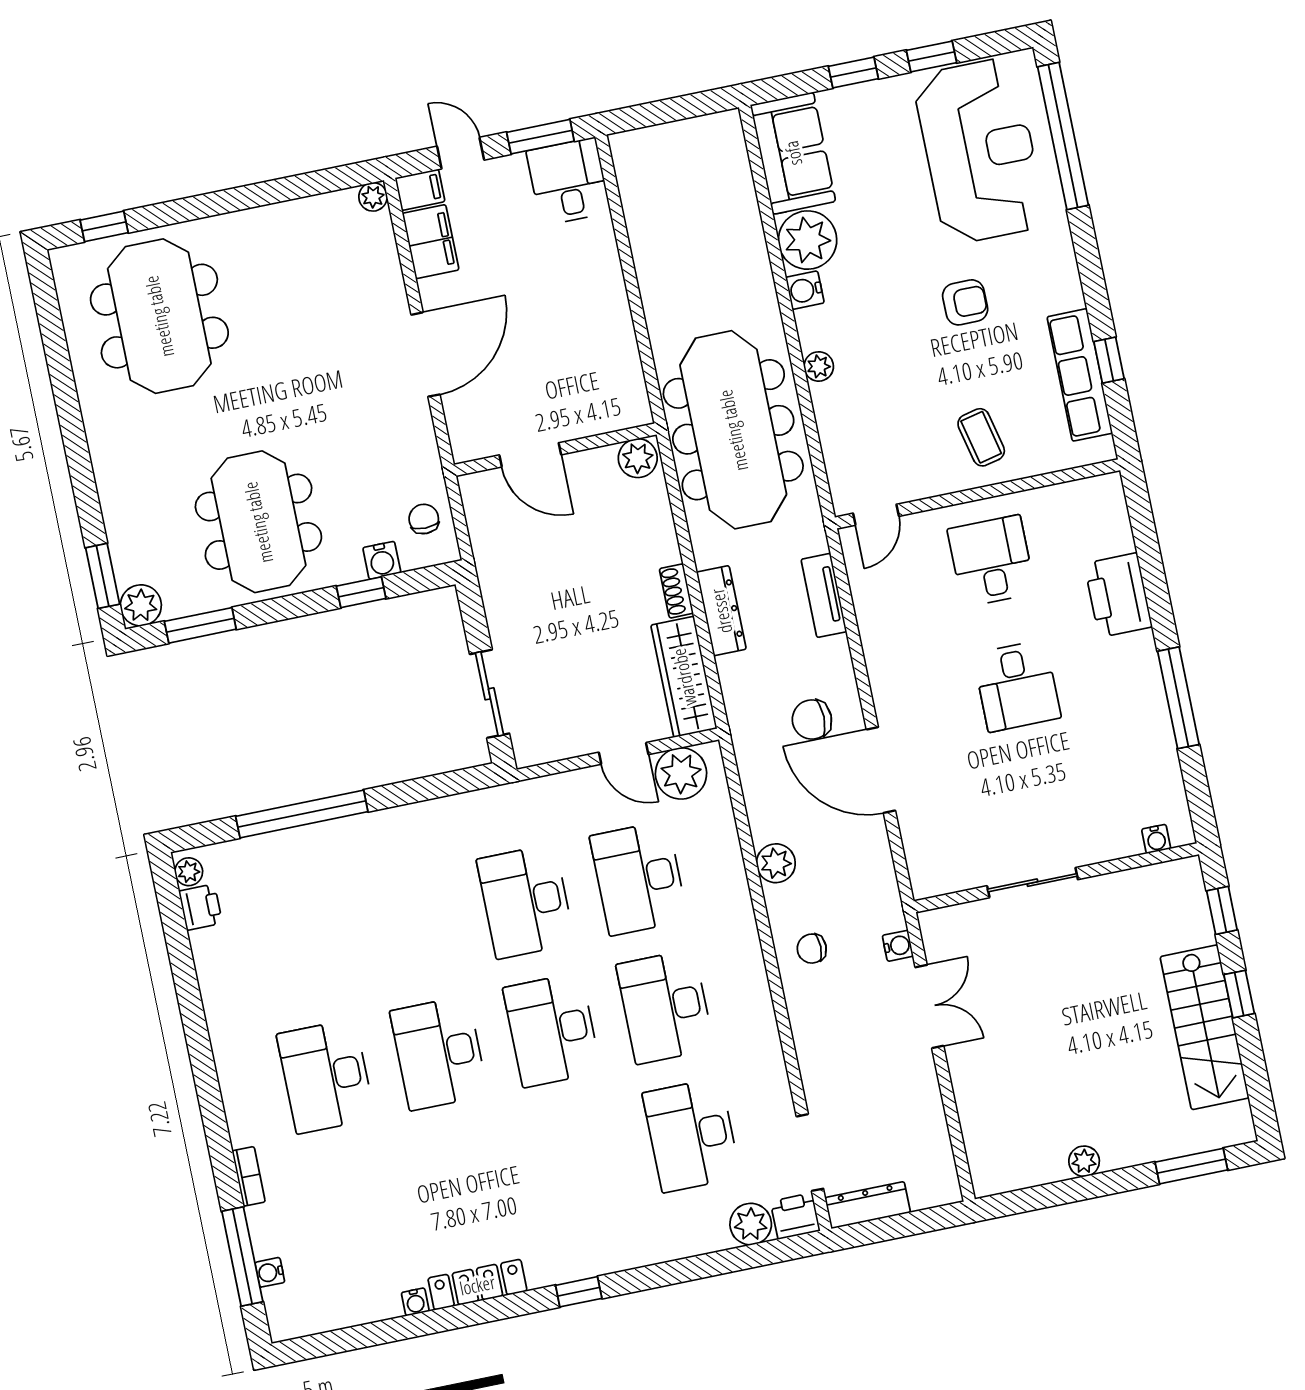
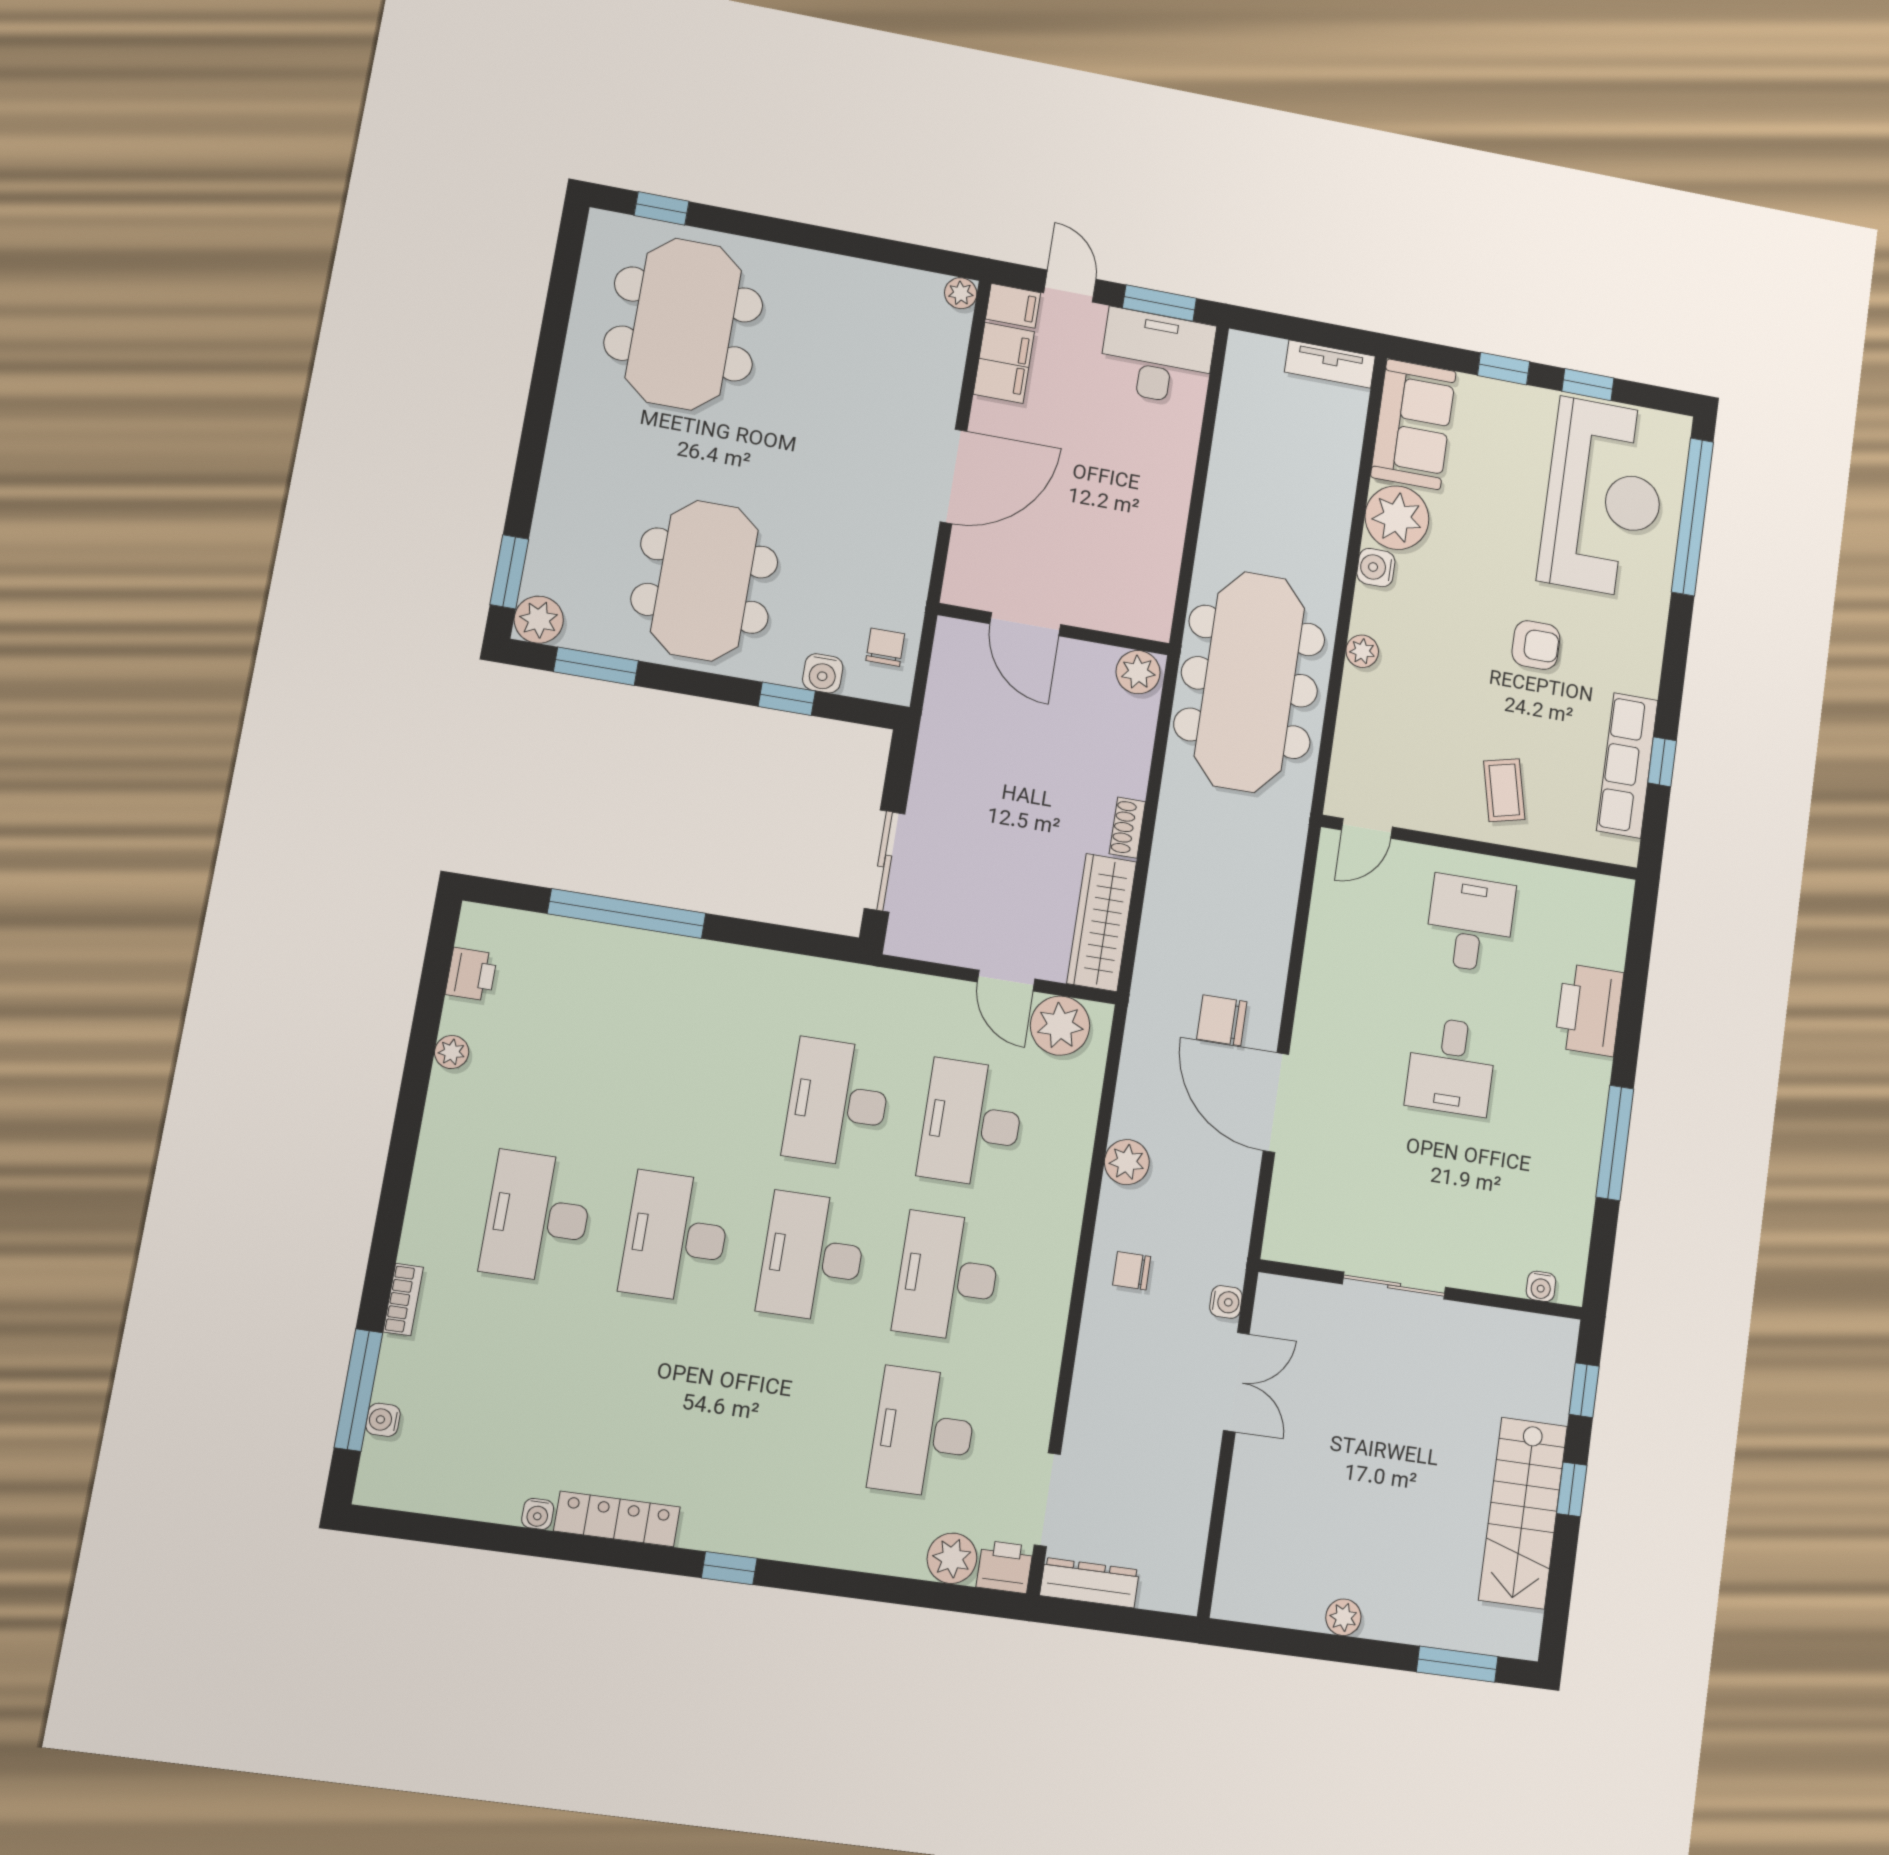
desk: (568, 182) -> (1157, 357), width x1.37
tv unit: (824, 595) -> (1330, 364), moved, turned -90
dresser: (721, 611) -> (1168, 867), removed
plant: (189, 872) -> (452, 1052), moved

